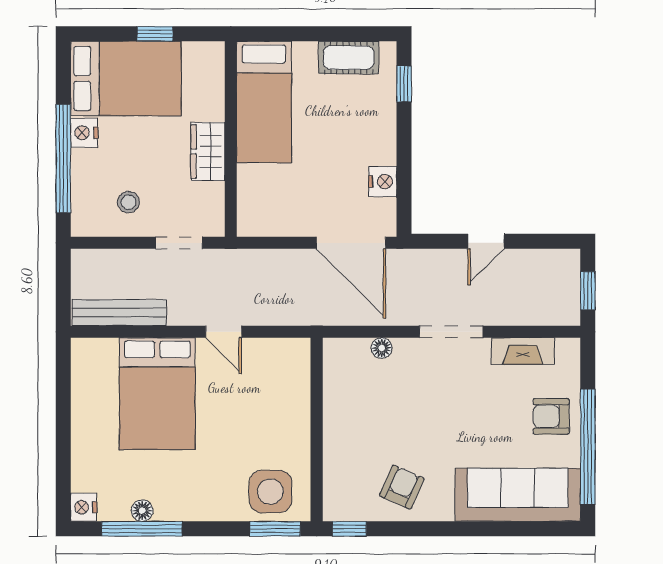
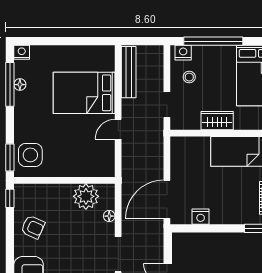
nightstand: (84, 133) -> (183, 53), moved
plant: (346, 390) -> (86, 196), added

